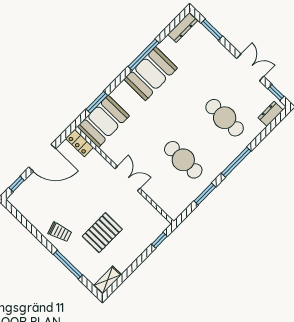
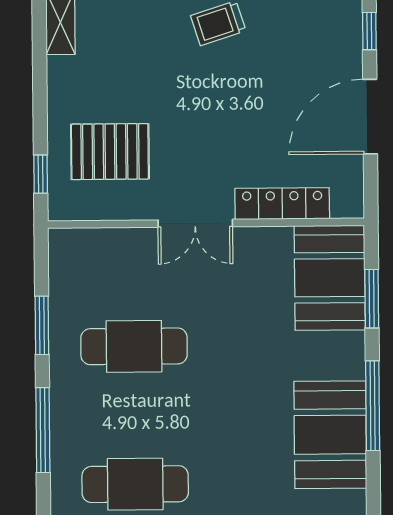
window: (144, 55) -> (373, 406), moved
locker: (80, 143) -> (282, 204), moved, width x1.53
pallet: (102, 233) -> (110, 152), moved, turned 90

